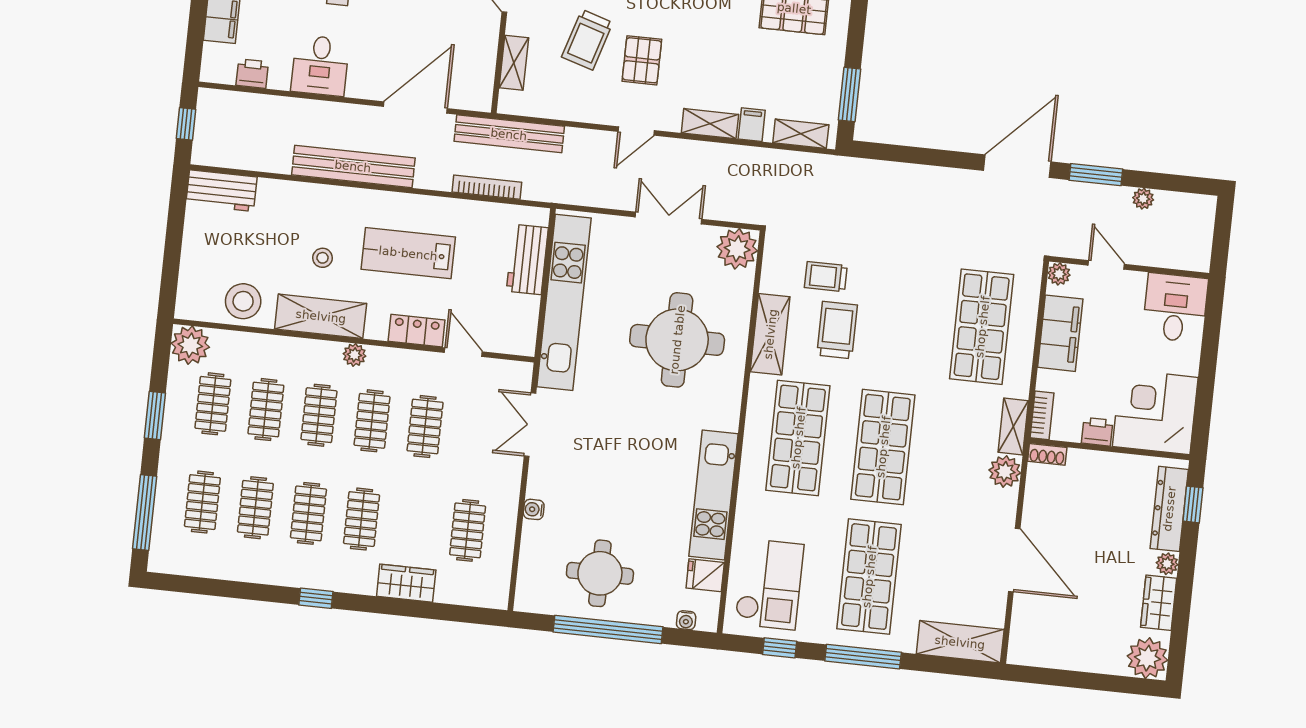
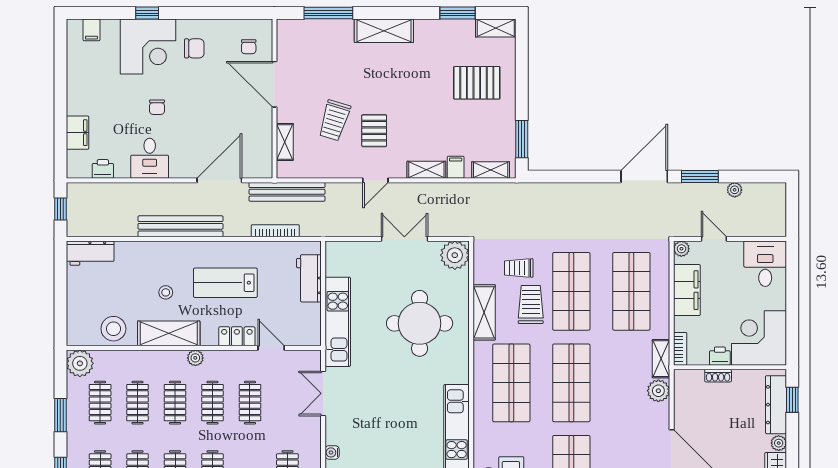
kitchen unit: (564, 302) -> (338, 322), width x0.73
shop shelf: (897, 318) -> (571, 291), added
shoe rack: (1047, 454) -> (718, 376), moved

